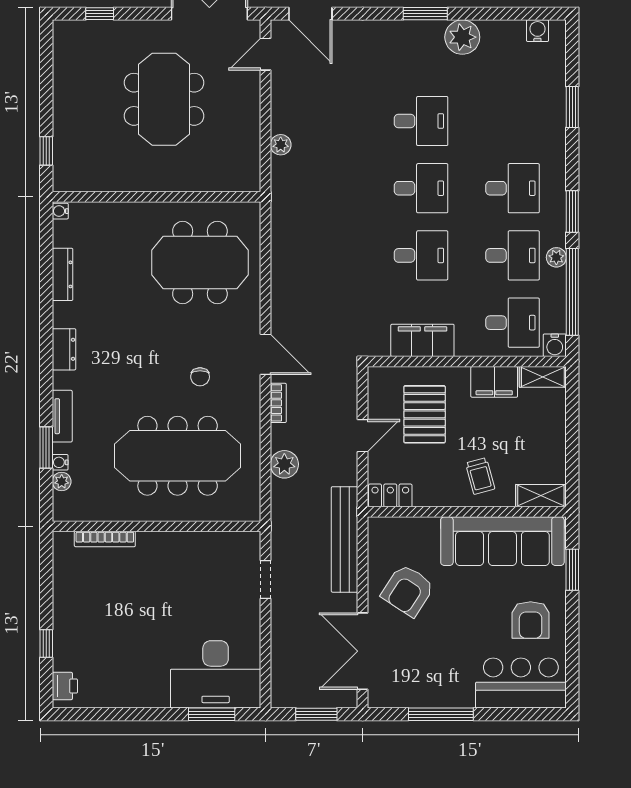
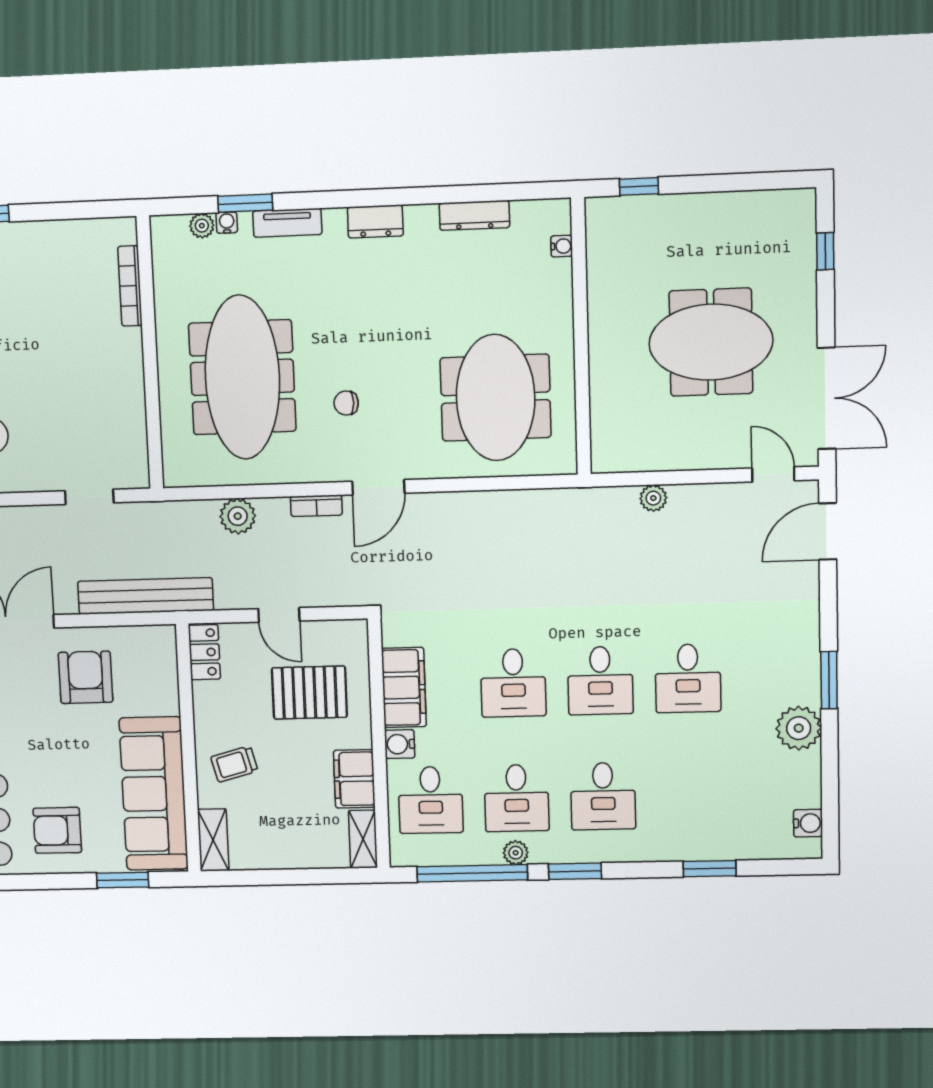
water cooler: (60, 211) -> (562, 246), moved, turned 90
water cooler: (555, 345) -> (400, 744), moved
armchair: (408, 590) -> (86, 677), turned 57

